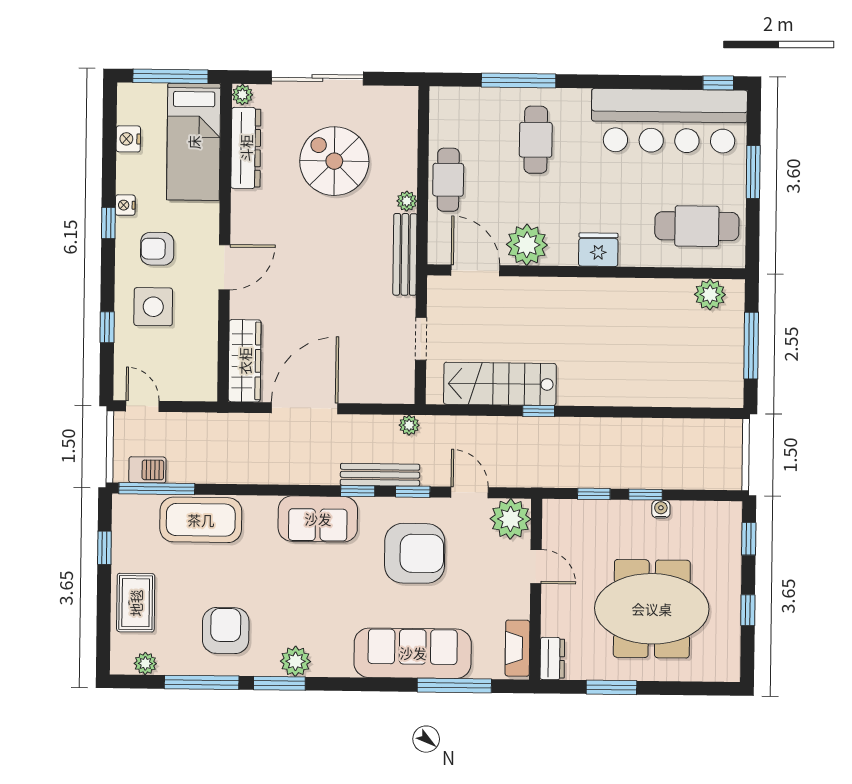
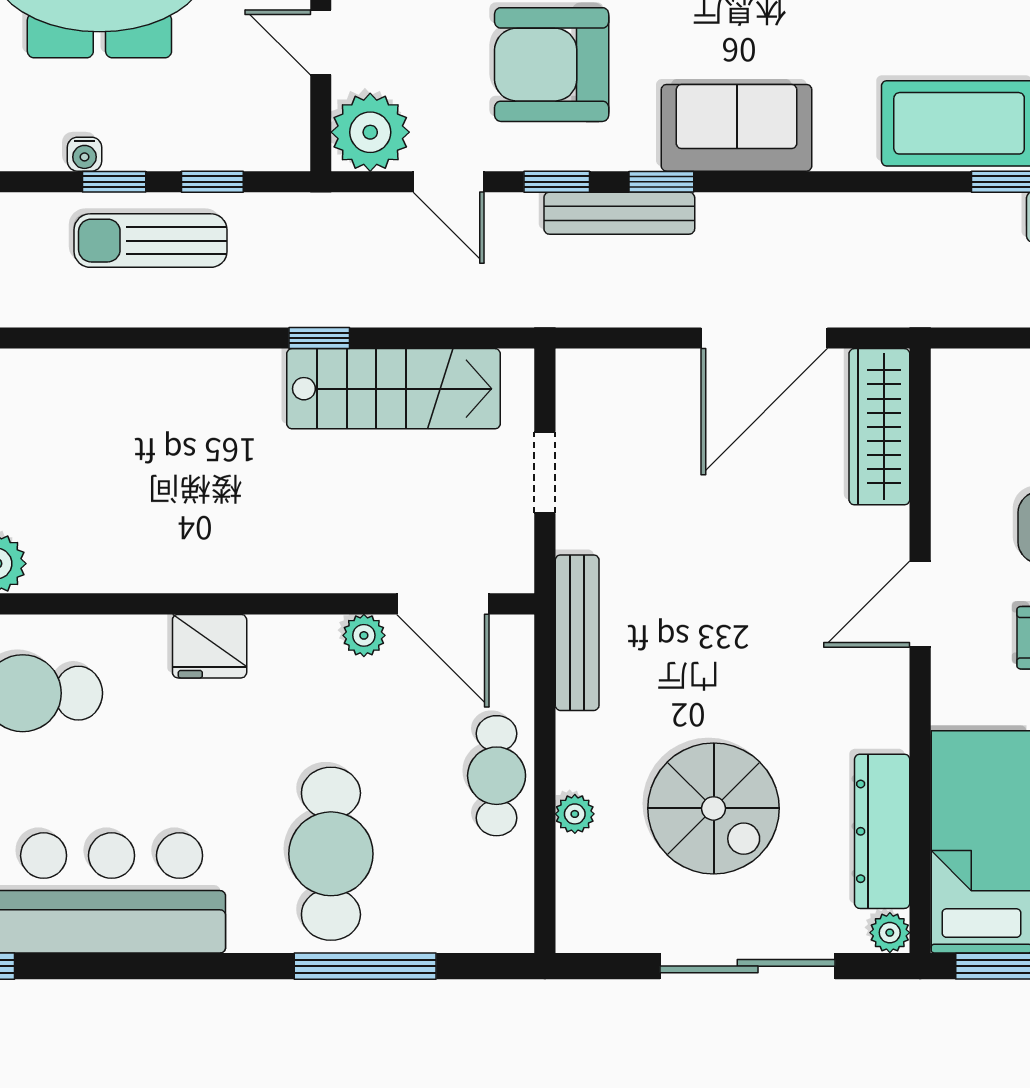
cafe table: (536, 140) -> (331, 854), width x1.37, depth x1.35
plant: (407, 201) -> (575, 814), moved
plant: (527, 245) -> (364, 635), width x0.53, depth x0.53
plant: (409, 425) -> (565, 308), removed
sun lounger: (627, 463) -> (151, 241), added

